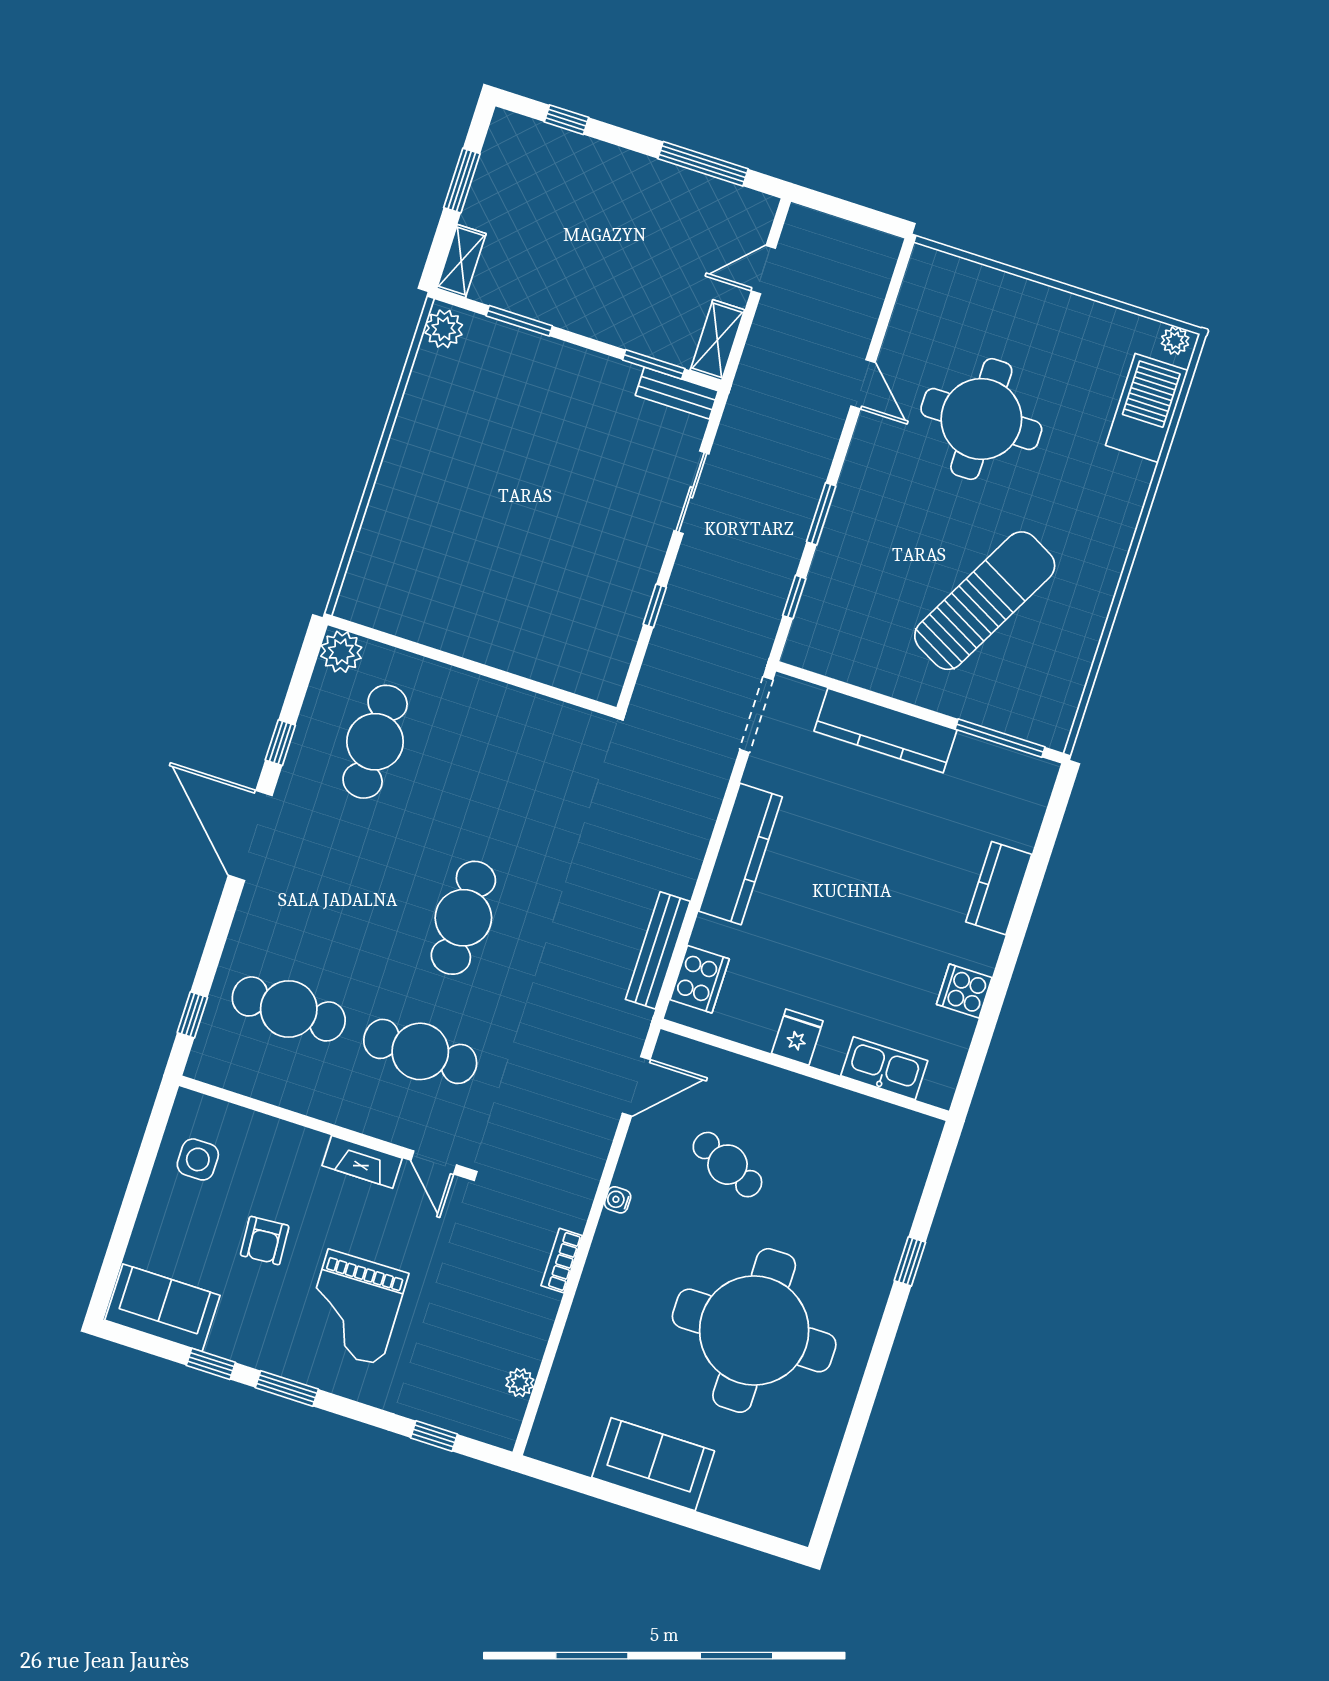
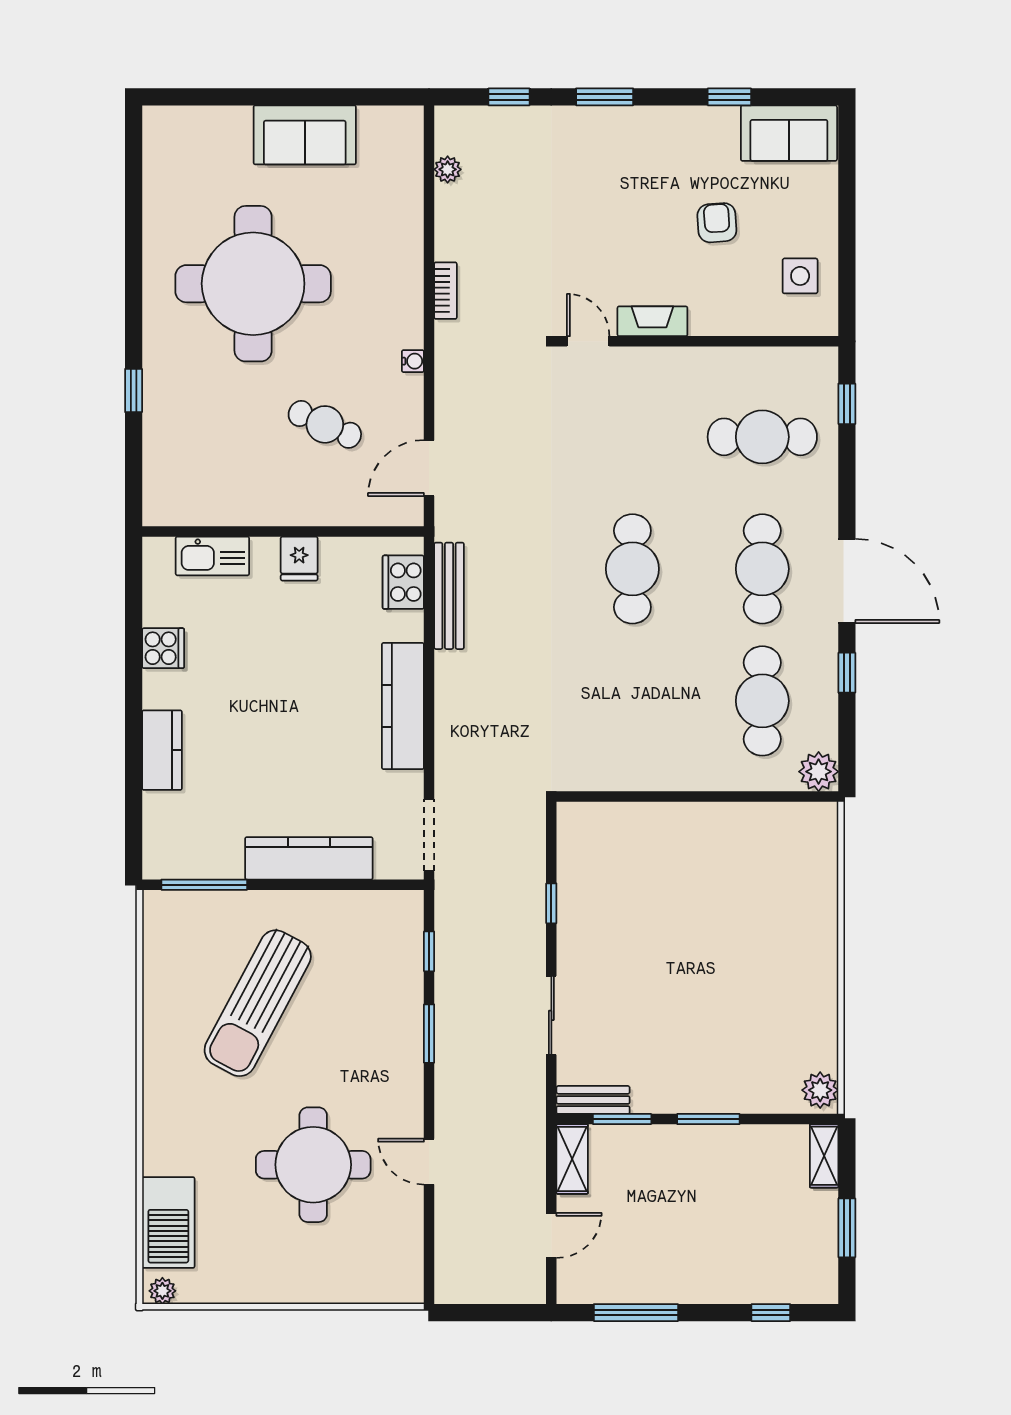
window: (519, 321) -> (708, 1119), moved
cafe table: (420, 1051) -> (762, 569), moved, turned 90
grand piano: (354, 1308) -> (617, 189), removed
window: (287, 1388) -> (605, 97), moved

